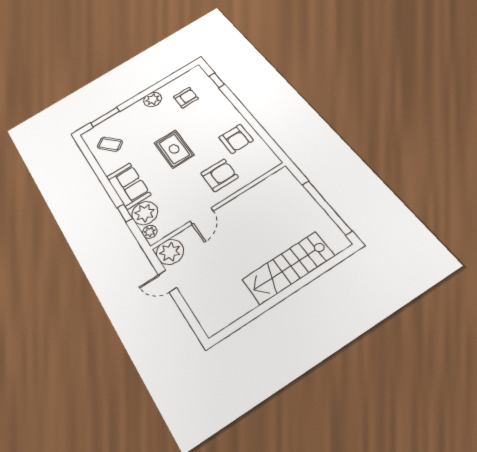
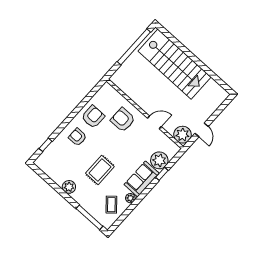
armchair: (186, 98) -> (78, 137), moved
window: (105, 117) -> (89, 217), width x1.44
rug: (174, 149) -> (100, 170), moved
plant: (150, 232) -> (130, 198), moved
stairs: (288, 268) -> (175, 64), width x1.36, depth x1.51

